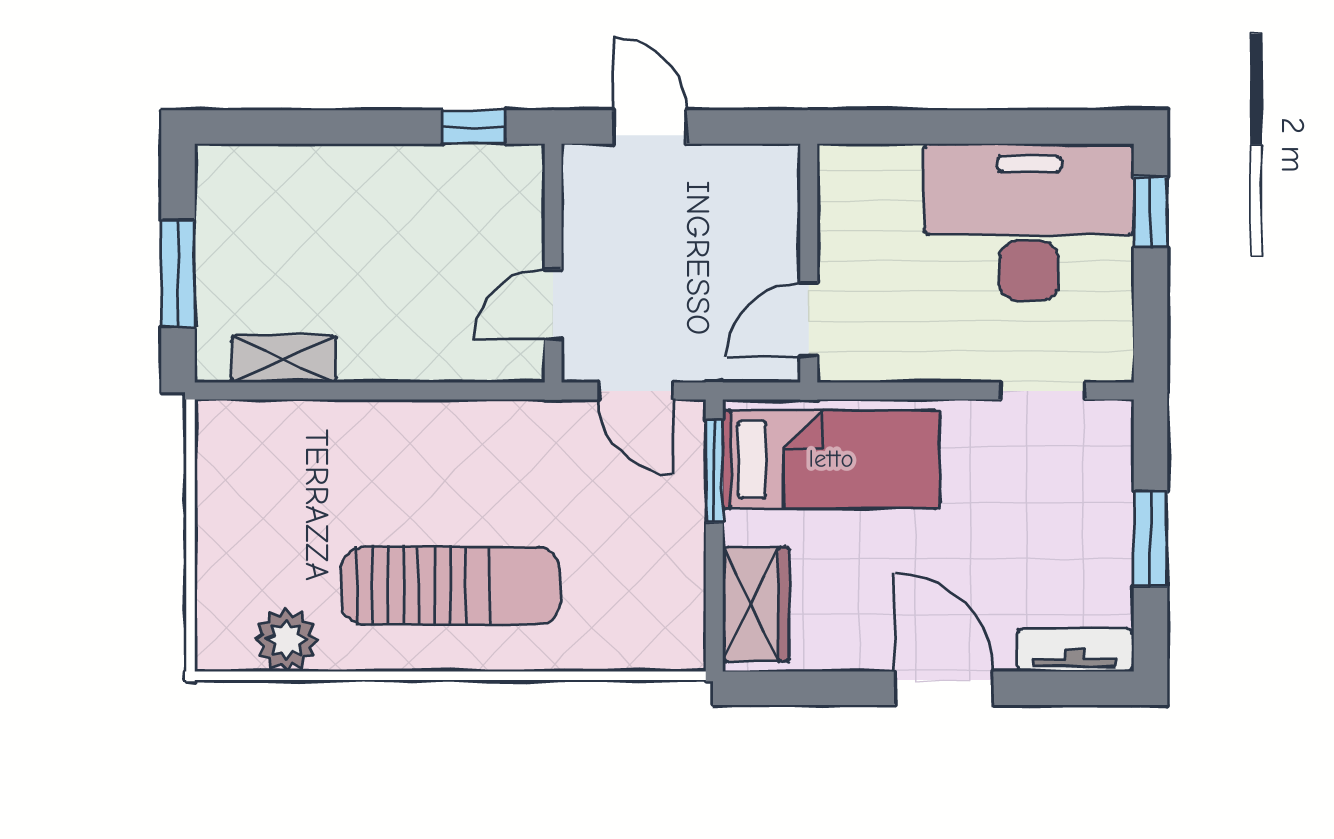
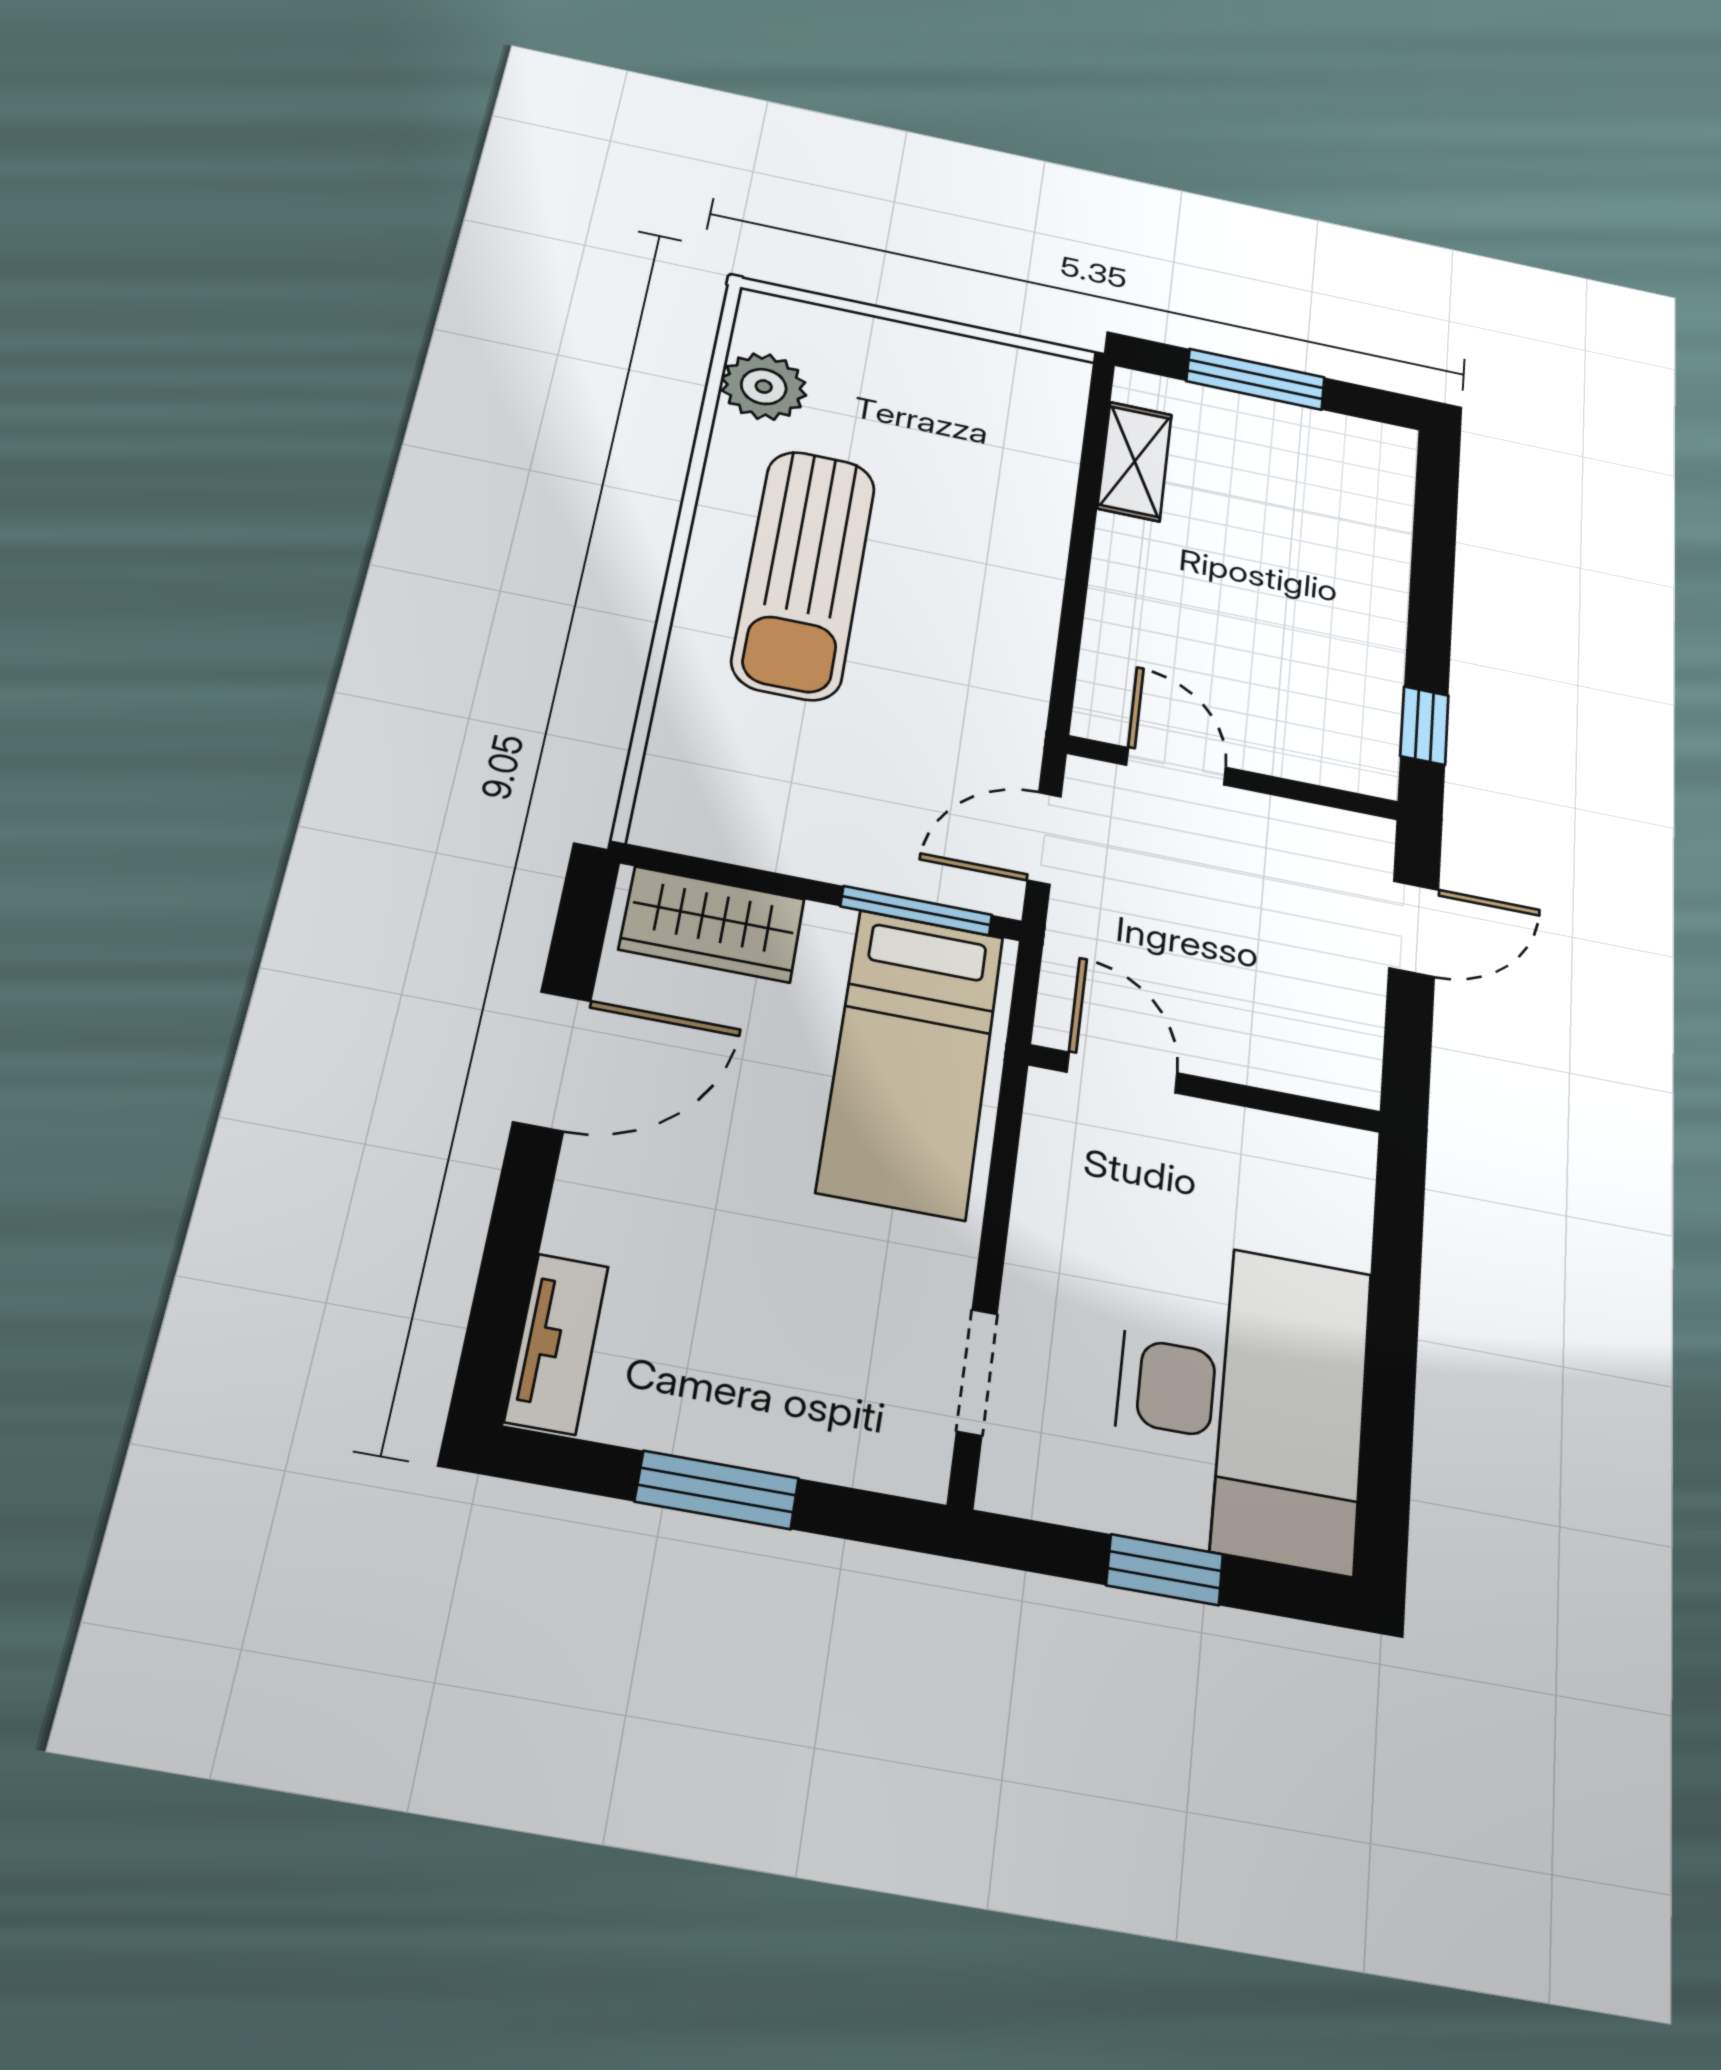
window: (1151, 212) -> (1165, 1570), moved
door: (944, 688) -> (552, 1061), moved

